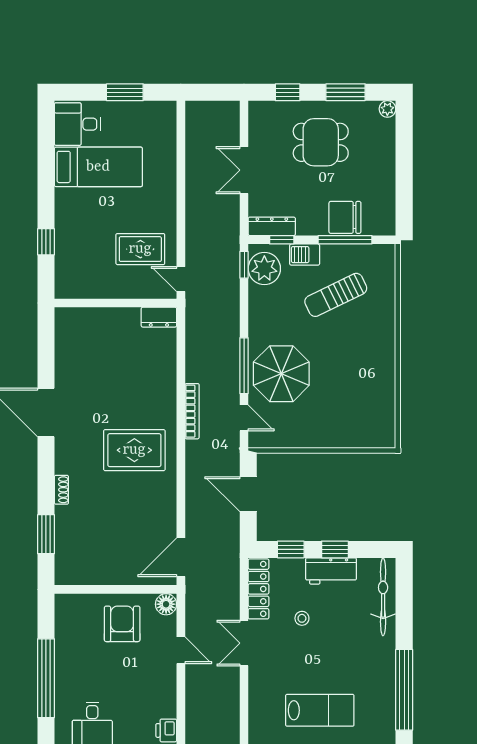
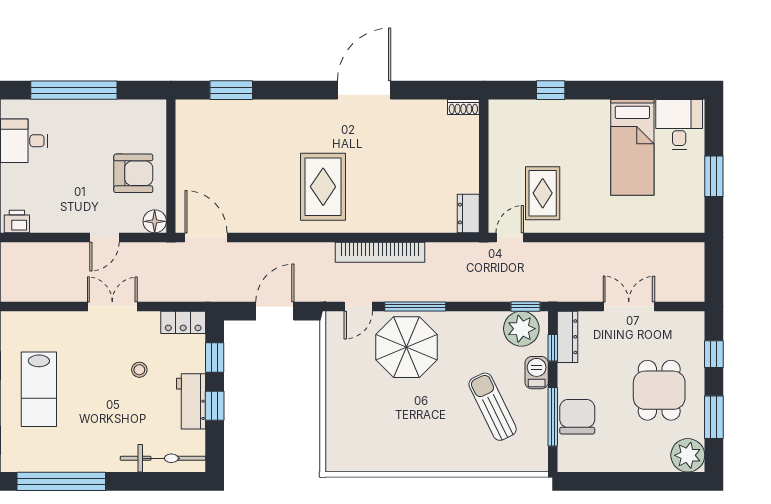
plant: (387, 109) -> (688, 455), width x1.88, depth x1.88
bookcase: (192, 411) -> (380, 252), width x1.48, depth x1.31
shoe rack: (61, 490) -> (463, 107), moved
locker: (258, 589) -> (183, 322), width x0.66

